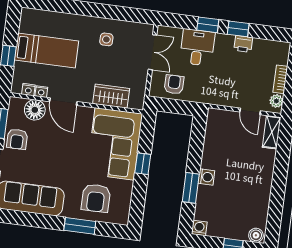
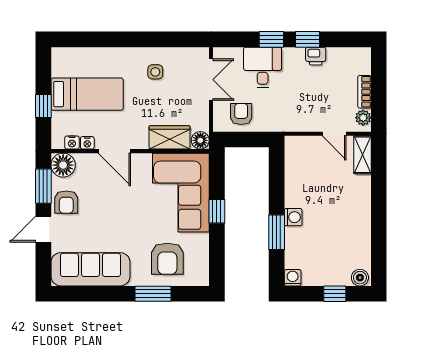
floor lamp: (137, 102) -> (200, 140), added
floor lamp: (35, 110) -> (63, 165), moved

